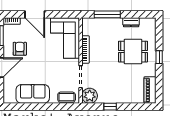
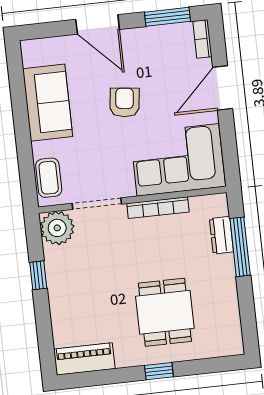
dresser: (131, 22) -> (221, 235), moved
armchair: (20, 49) -> (124, 102), moved, turned -83

